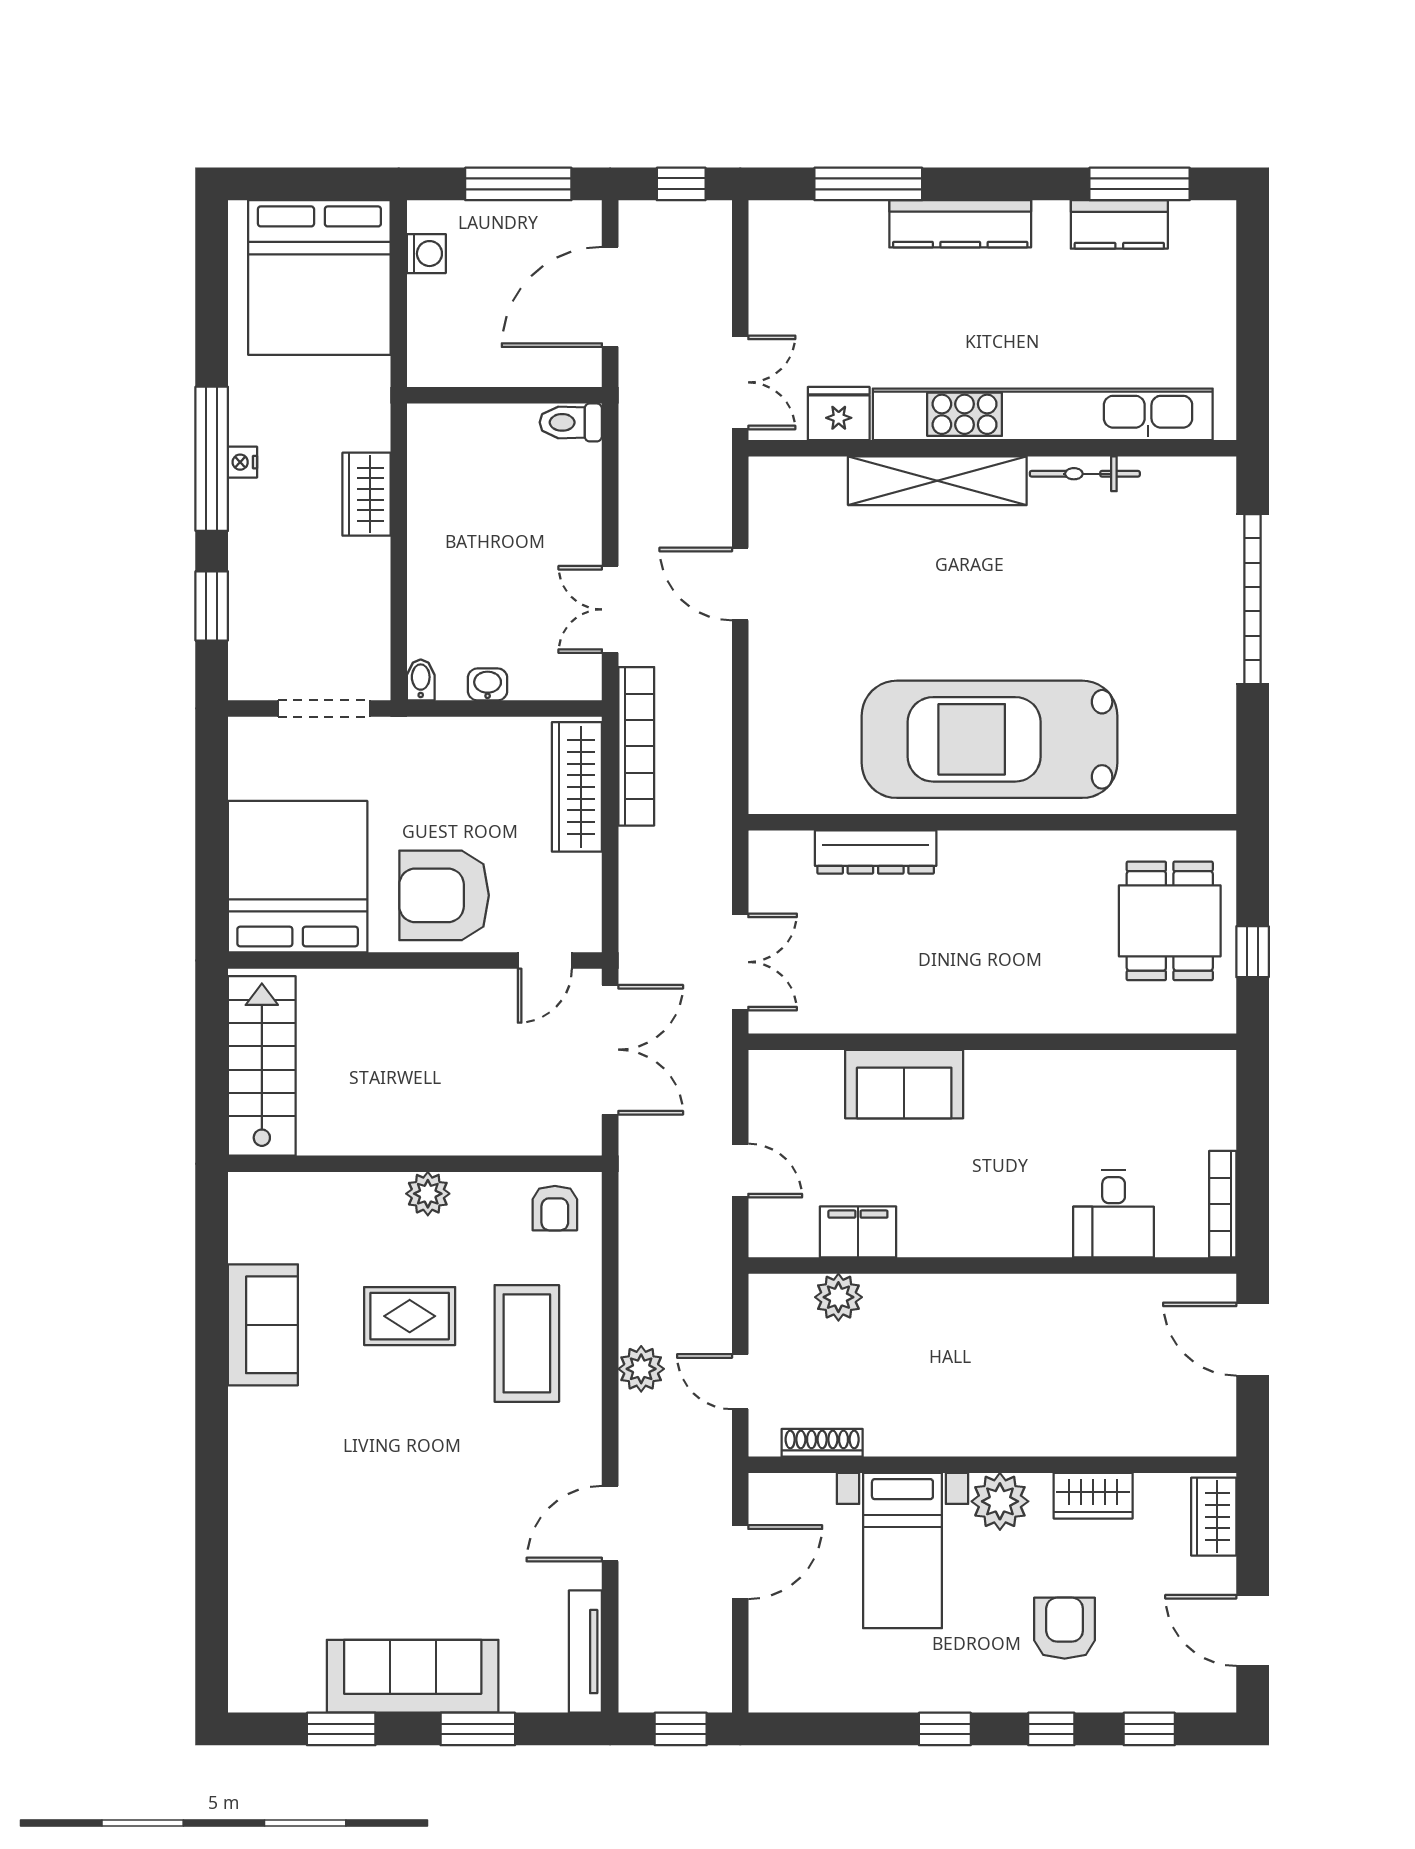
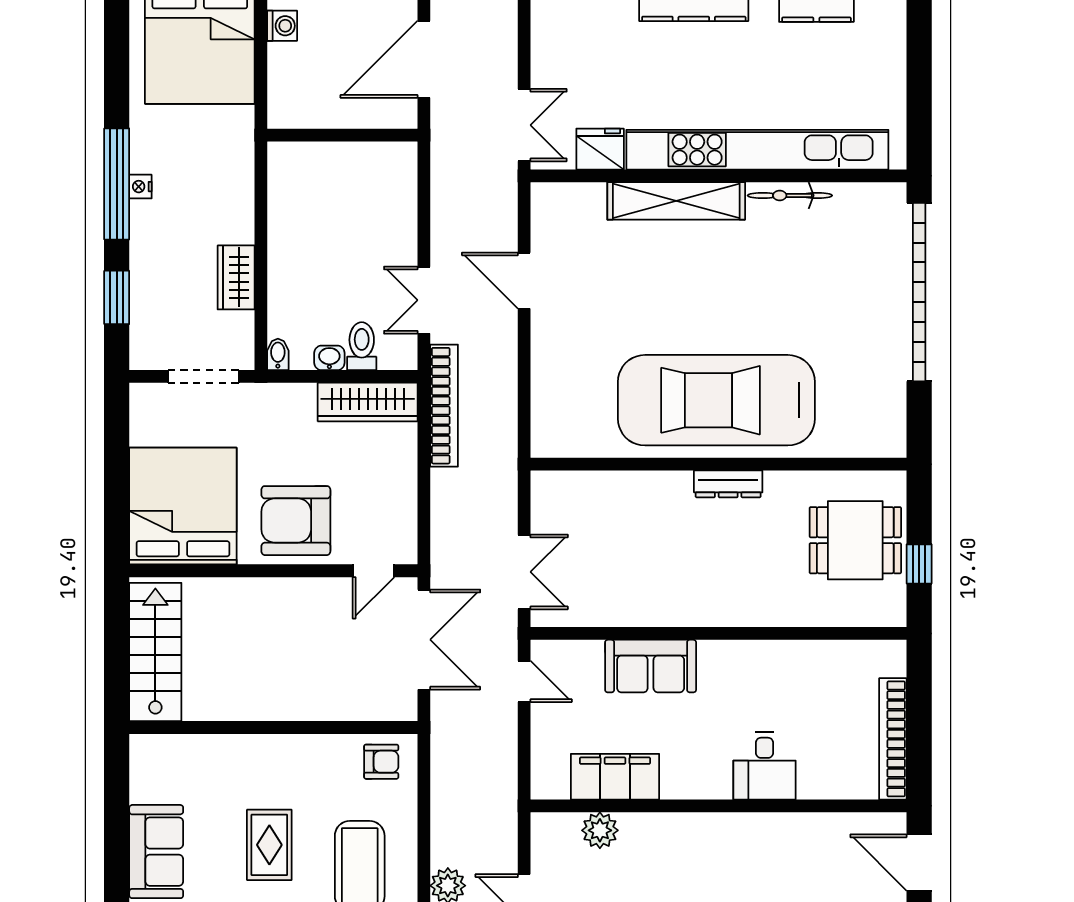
toilet: (571, 422) -> (362, 346), moved, turned 90
wardrobe: (367, 494) -> (236, 277), moved
garage door: (1253, 599) -> (919, 292), width x1.36
wardrobe: (577, 787) -> (368, 402), moved, turned -90
dresser: (876, 852) -> (728, 484), moved, width x0.73, depth x0.80
dining table: (1170, 921) -> (855, 540), turned 90
door: (740, 1171) -> (524, 681), moved
plant: (428, 1194) -> (283, 751), removed
bookcase: (1223, 1204) -> (893, 739), width x1.48, depth x1.31
armchair: (555, 1208) -> (381, 762), turned -90
desk: (1114, 1214) -> (764, 766), moved
filing cabinet: (858, 1232) -> (615, 777), width x1.50, depth x1.17
rug: (410, 1316) -> (269, 845), turned 90

